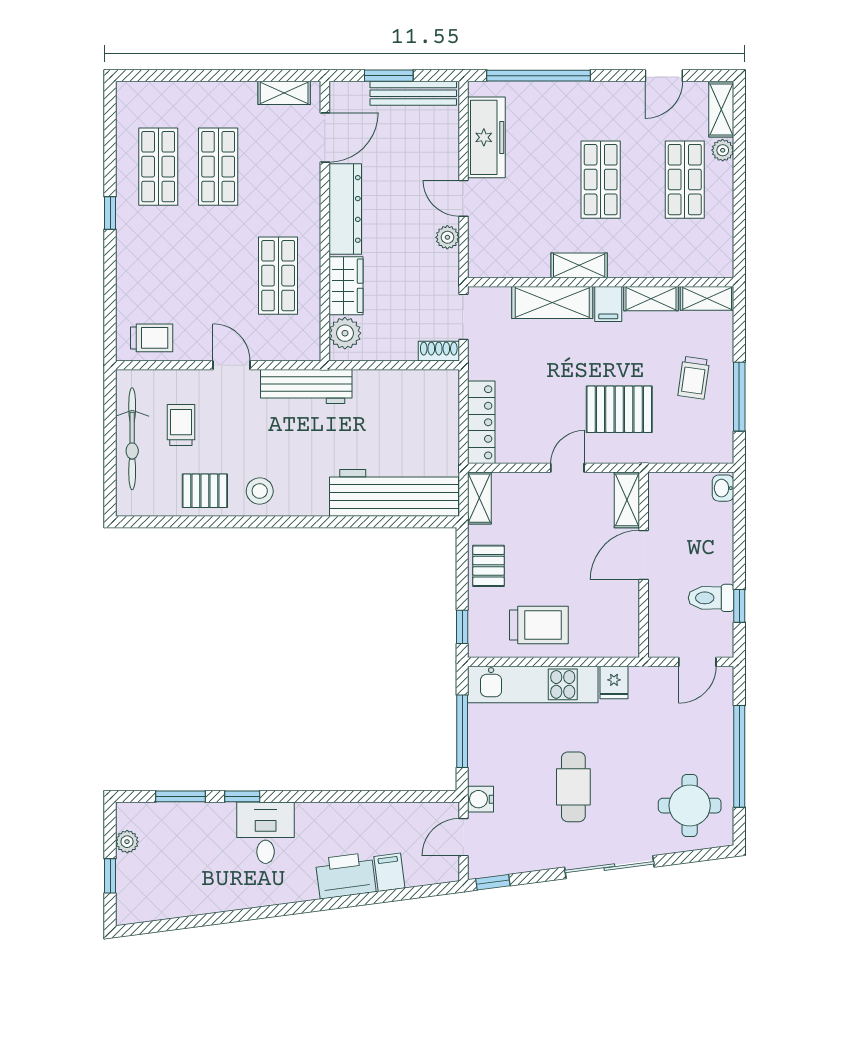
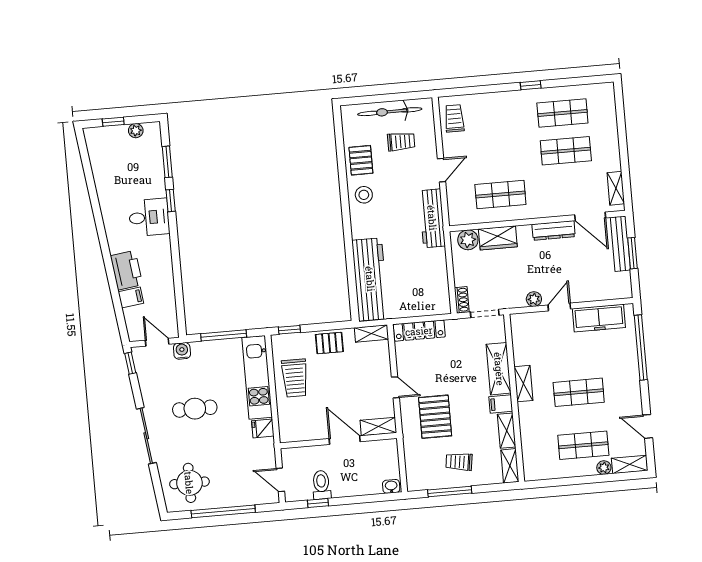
bench: (413, 93) -> (620, 244), moved
dresser: (345, 209) -> (554, 230), width x0.73, depth x0.80
trolley: (152, 338) -> (454, 118), turned 180

